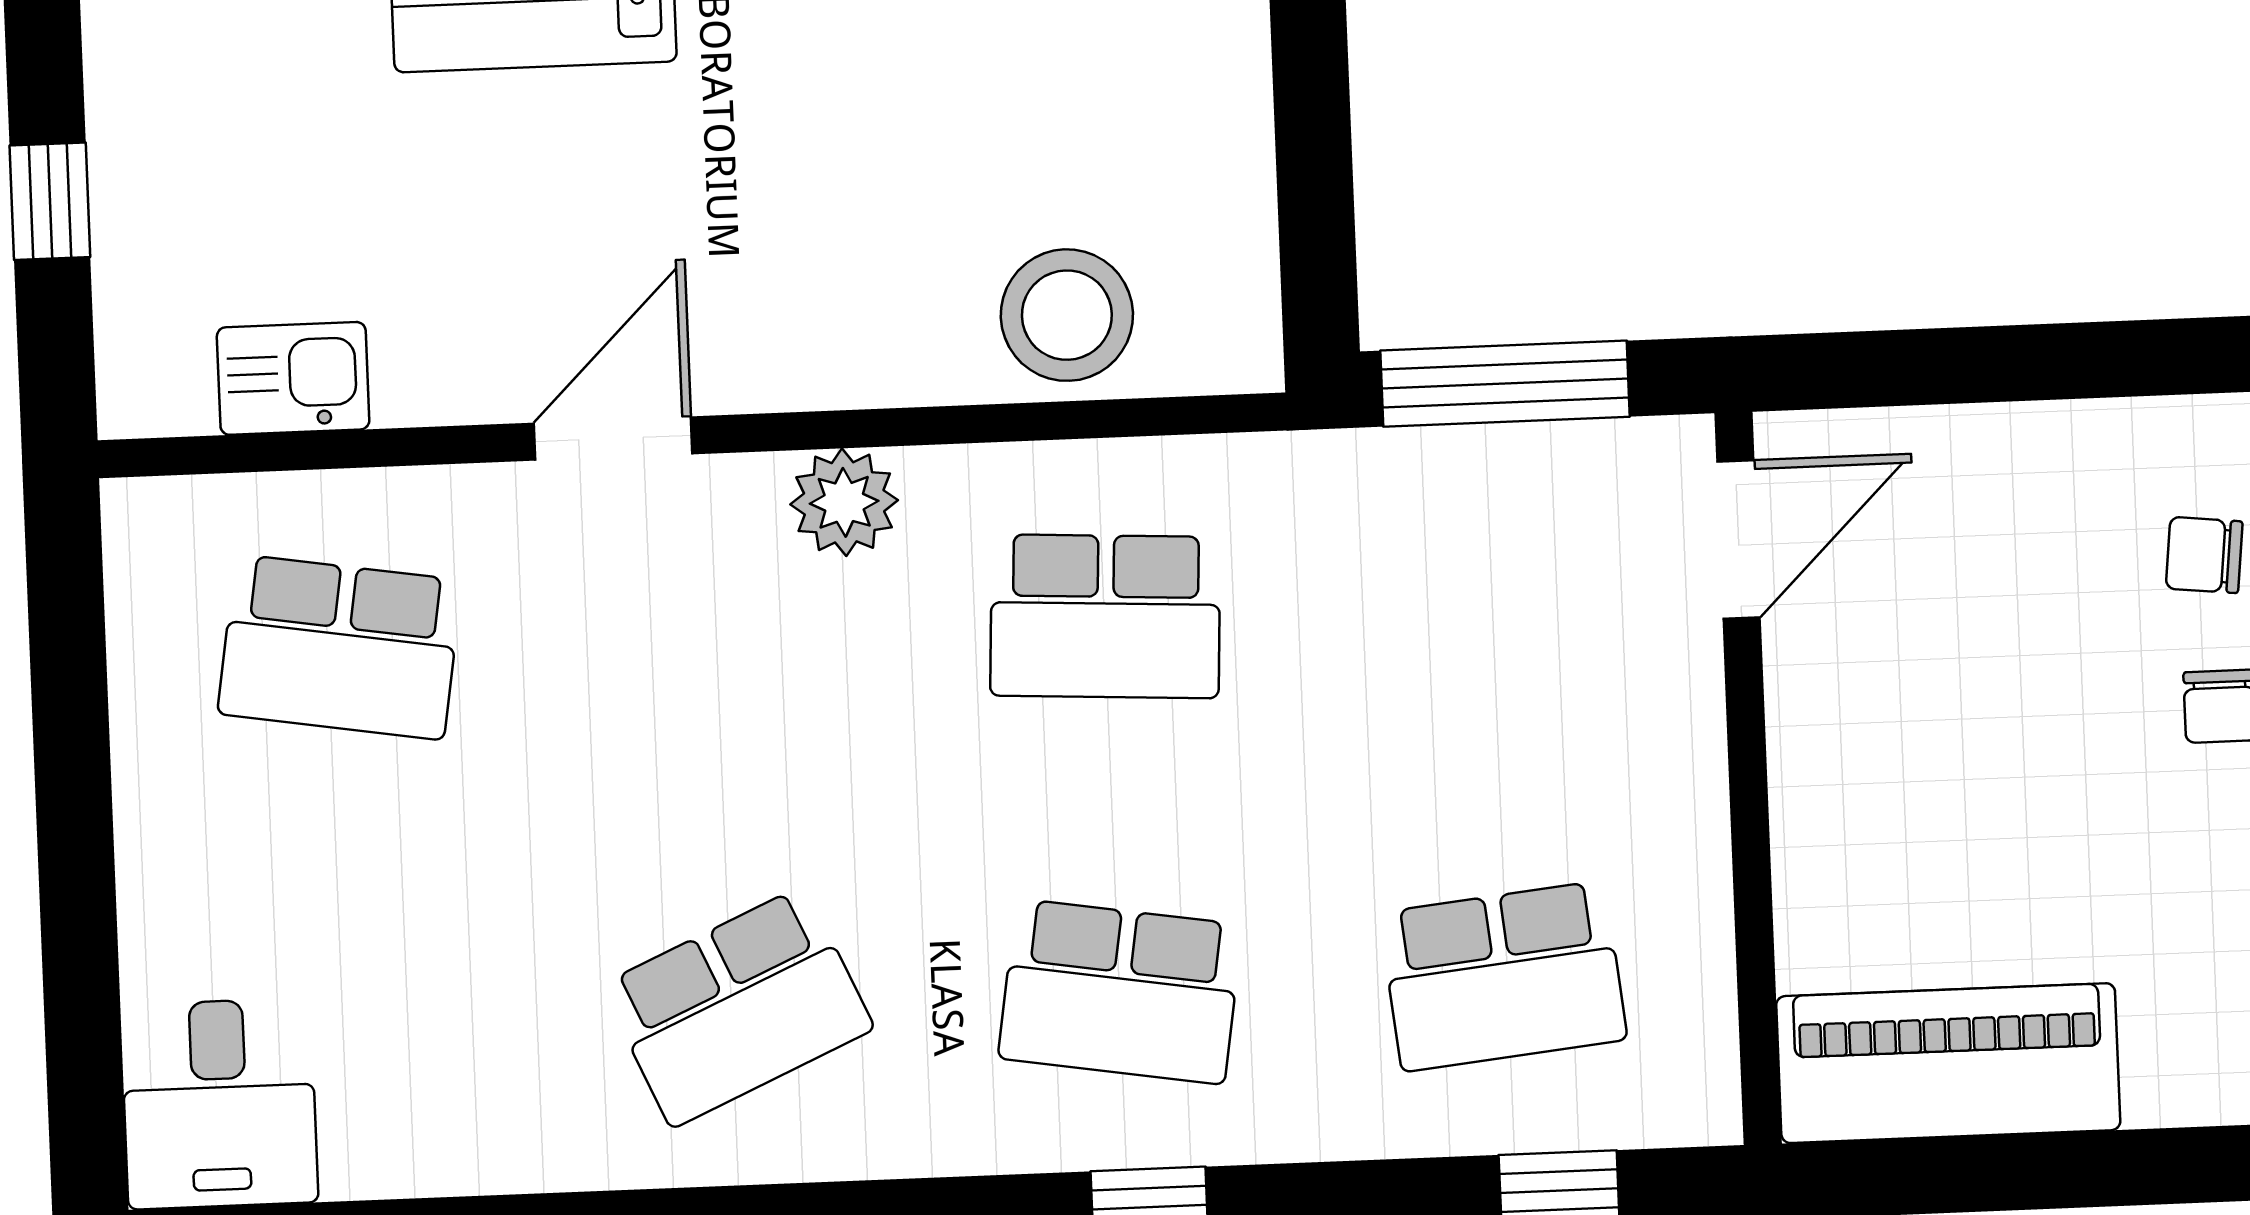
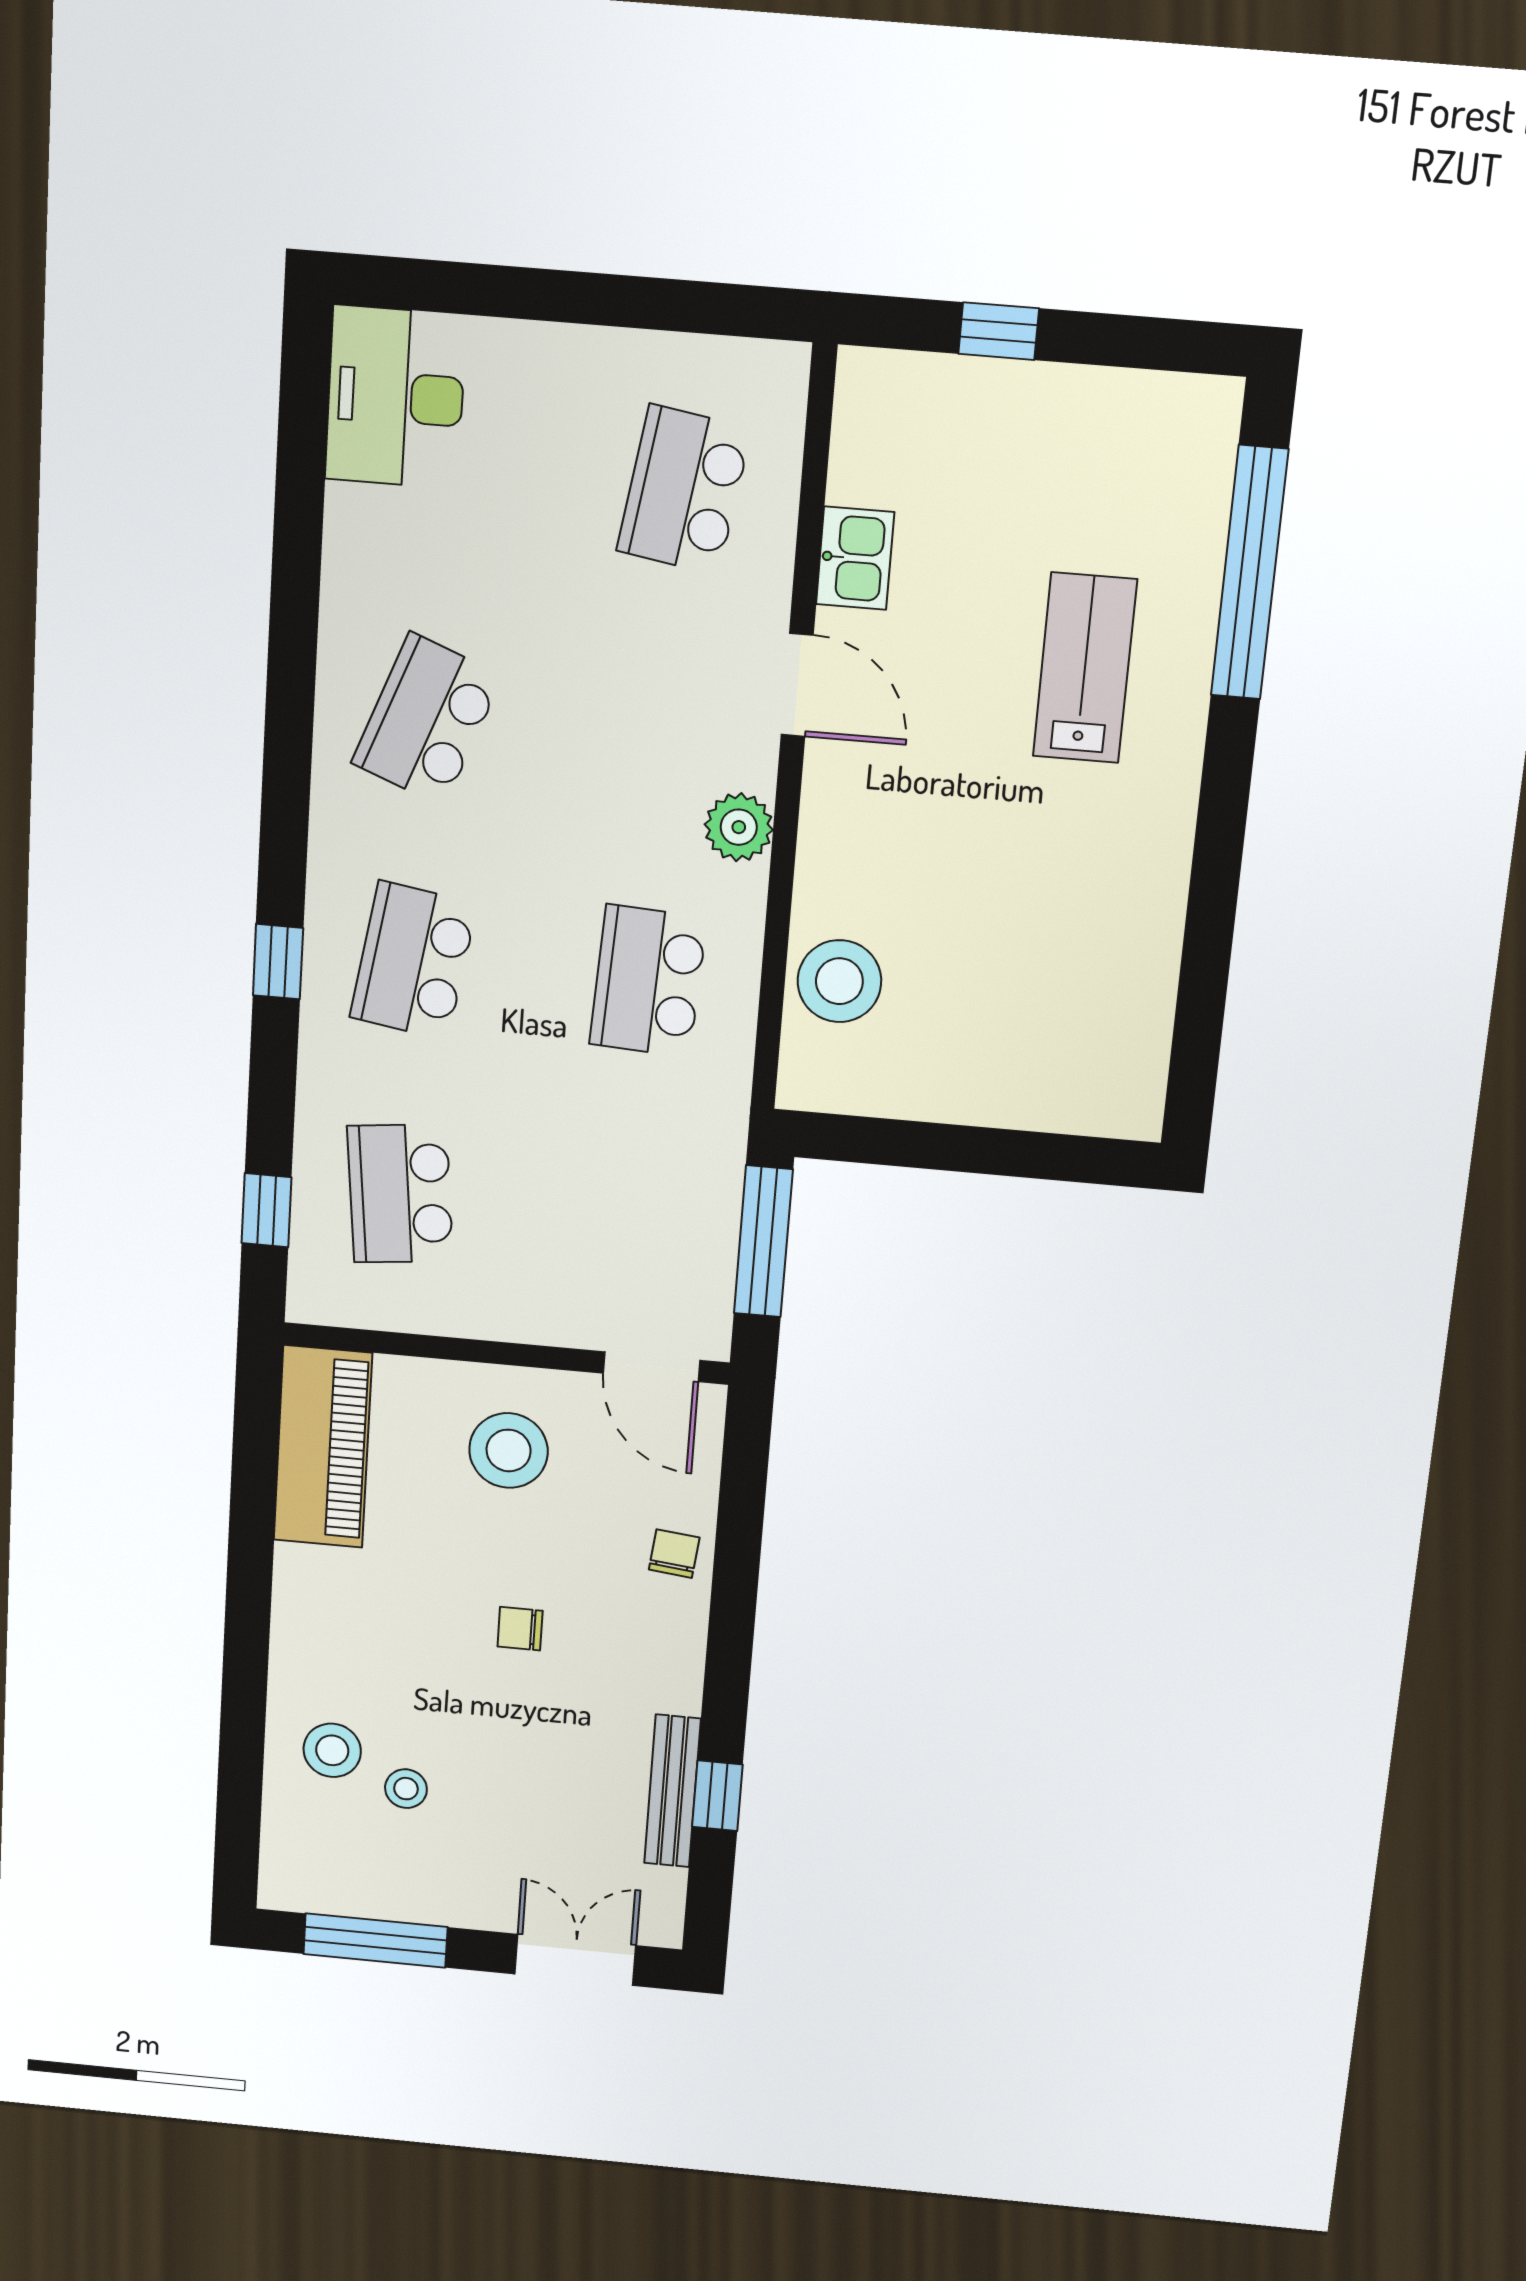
kitchen sink: (293, 378) -> (855, 558), moved
chair: (2204, 555) -> (674, 1554), moved
stool: (1913, 757) -> (509, 1450), added
school desk: (738, 1007) -> (427, 720), turned 45
desk: (219, 1104) -> (395, 397), width x1.37

